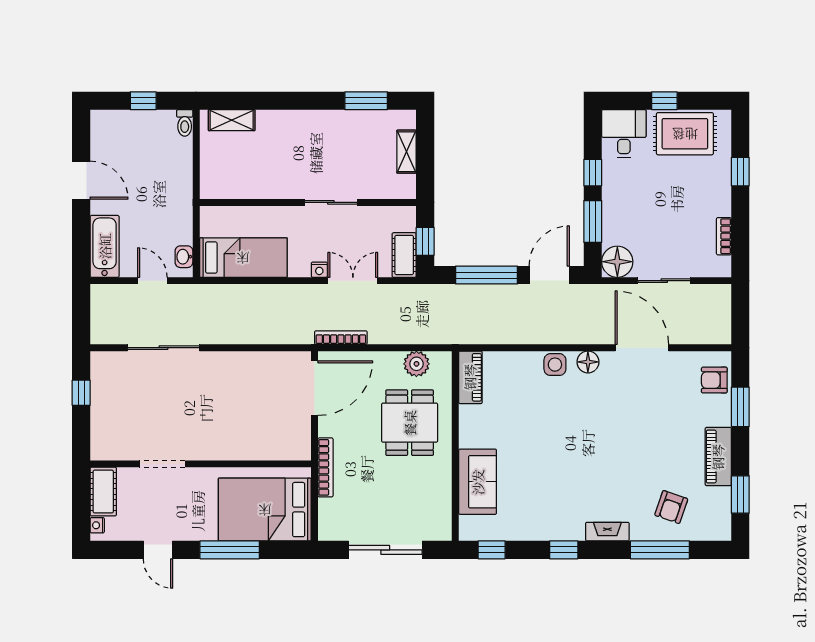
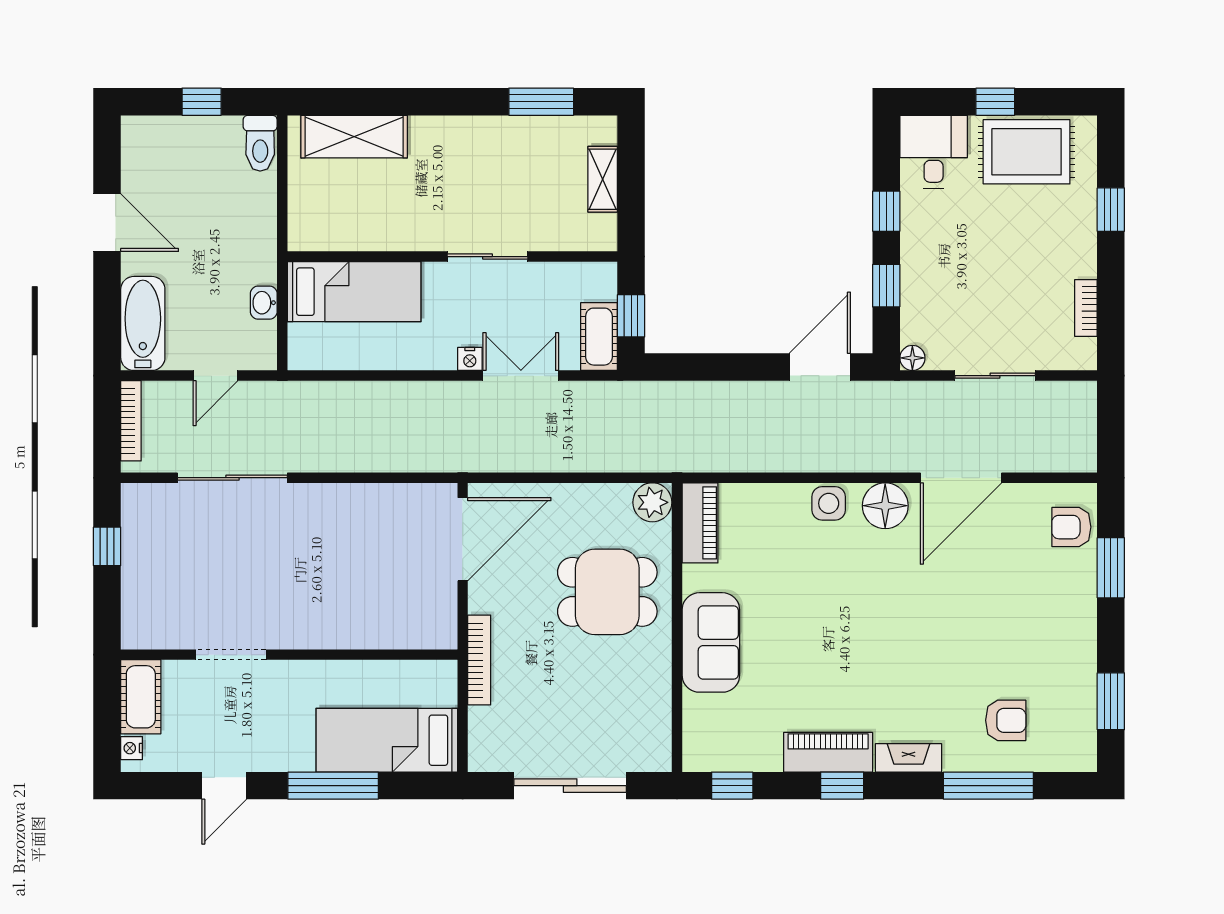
shelving: (232, 120) -> (354, 137), width x1.50, depth x1.33
toilet: (185, 123) -> (260, 143), width x1.37, depth x1.39
window: (593, 222) -> (886, 286), width x0.67
washbasin: (184, 257) -> (264, 303), moved
bed: (243, 258) -> (354, 292), moved
floor lamp: (617, 262) -> (912, 358), width x0.53, depth x0.53
window: (486, 275) -> (724, 367), removed
door: (152, 281) -> (215, 376), swing flipped
bookcase: (341, 338) -> (131, 421), moved, turned 90
door: (642, 348) -> (961, 478), swing flipped
floor lamp: (588, 362) -> (885, 506), width x1.38, depth x1.38
plant: (416, 364) -> (652, 502), moved
dining table: (410, 423) -> (607, 592), turned 90
piano: (718, 457) -> (828, 752), moved, turned 90
sofa: (478, 482) -> (711, 642), moved
armchair: (671, 507) -> (1006, 720), turned -109
bed: (265, 510) -> (387, 740), width x0.67
door: (158, 550) -> (224, 786), hinge flipped

